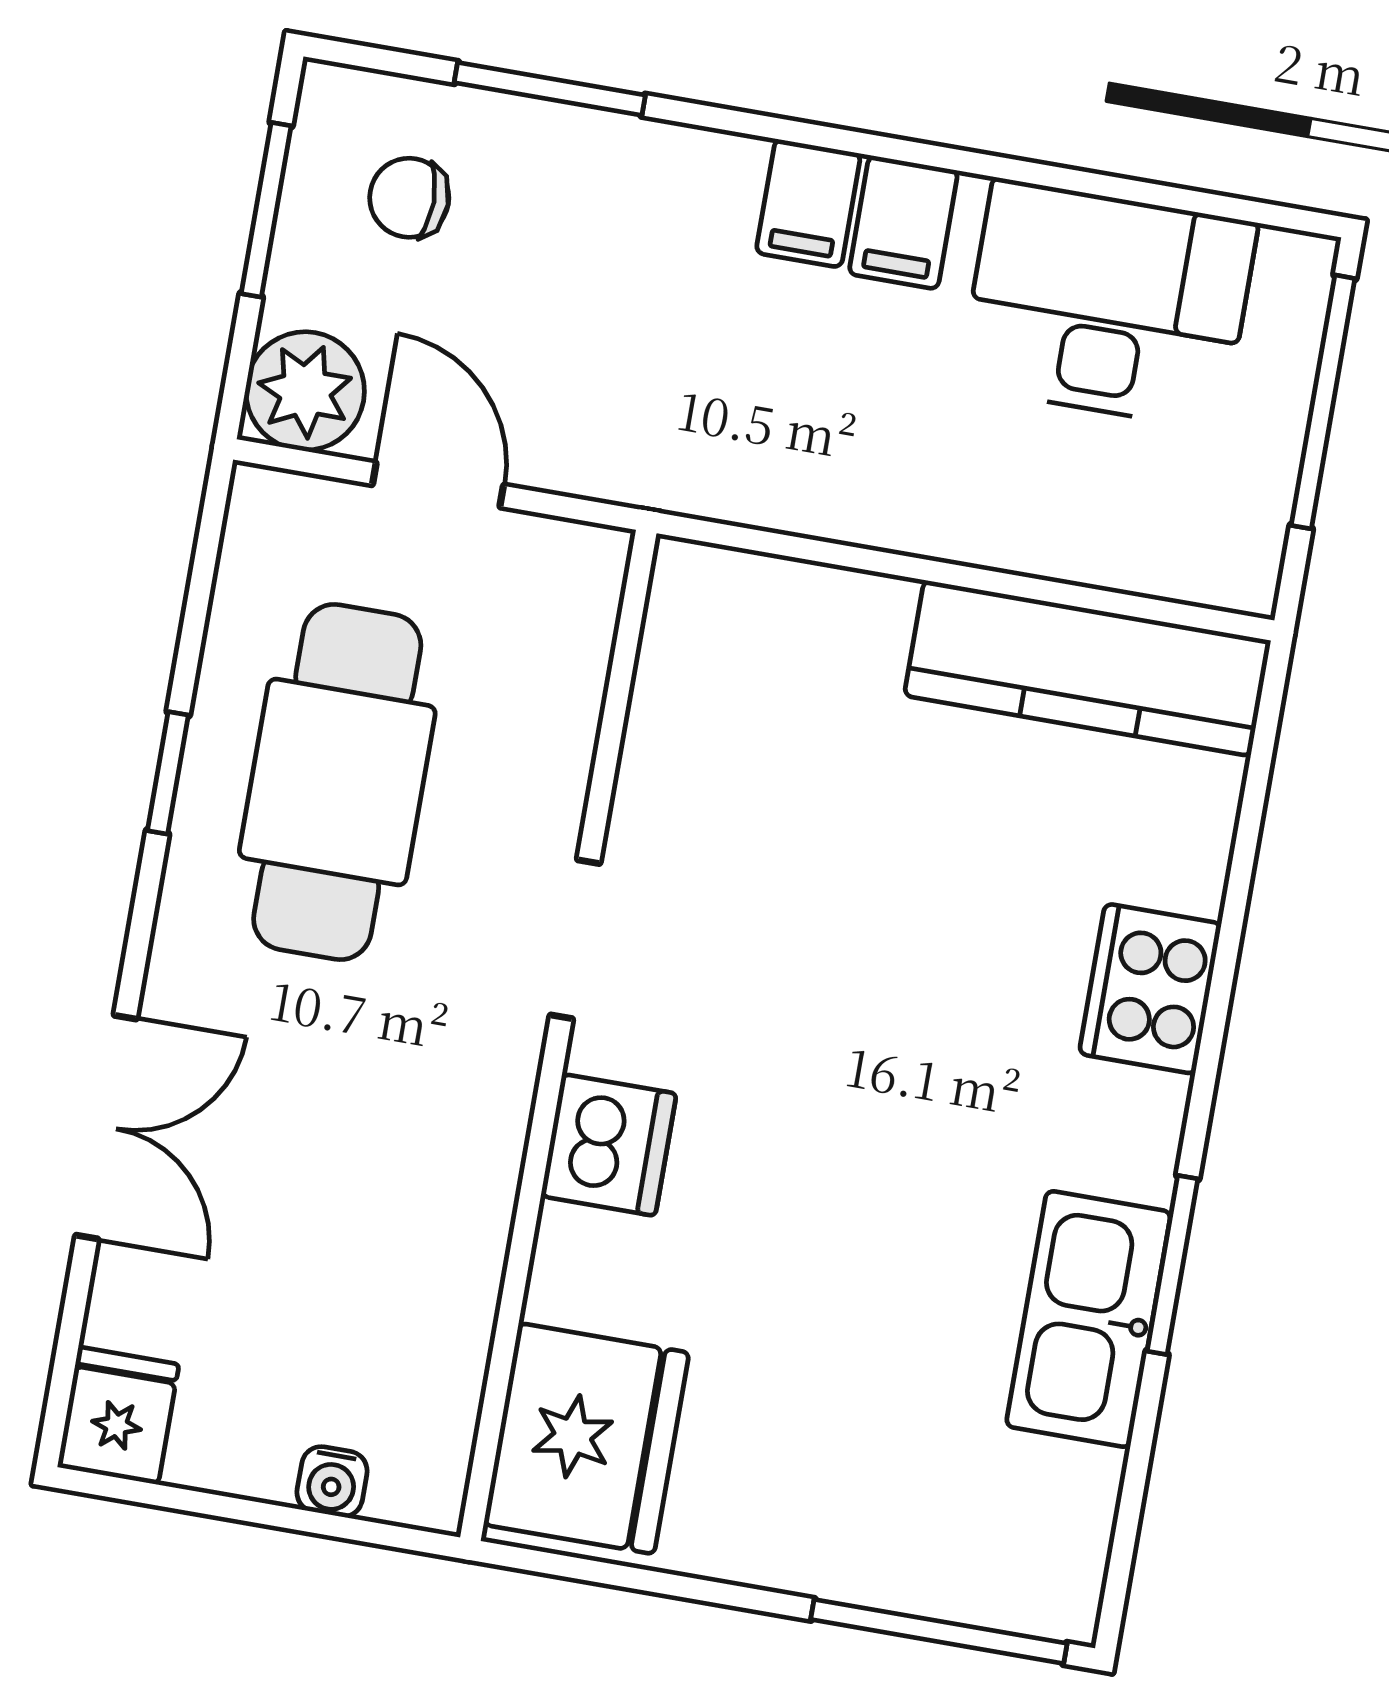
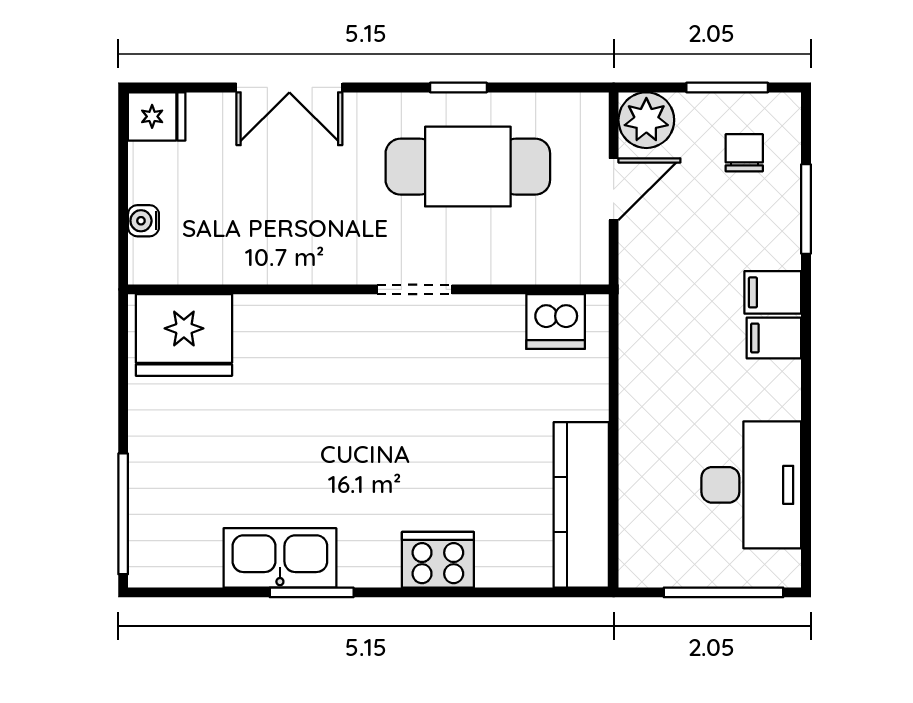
filing cabinet: (903, 222) -> (773, 292), moved
dishwasher: (609, 1145) -> (556, 322), moved

